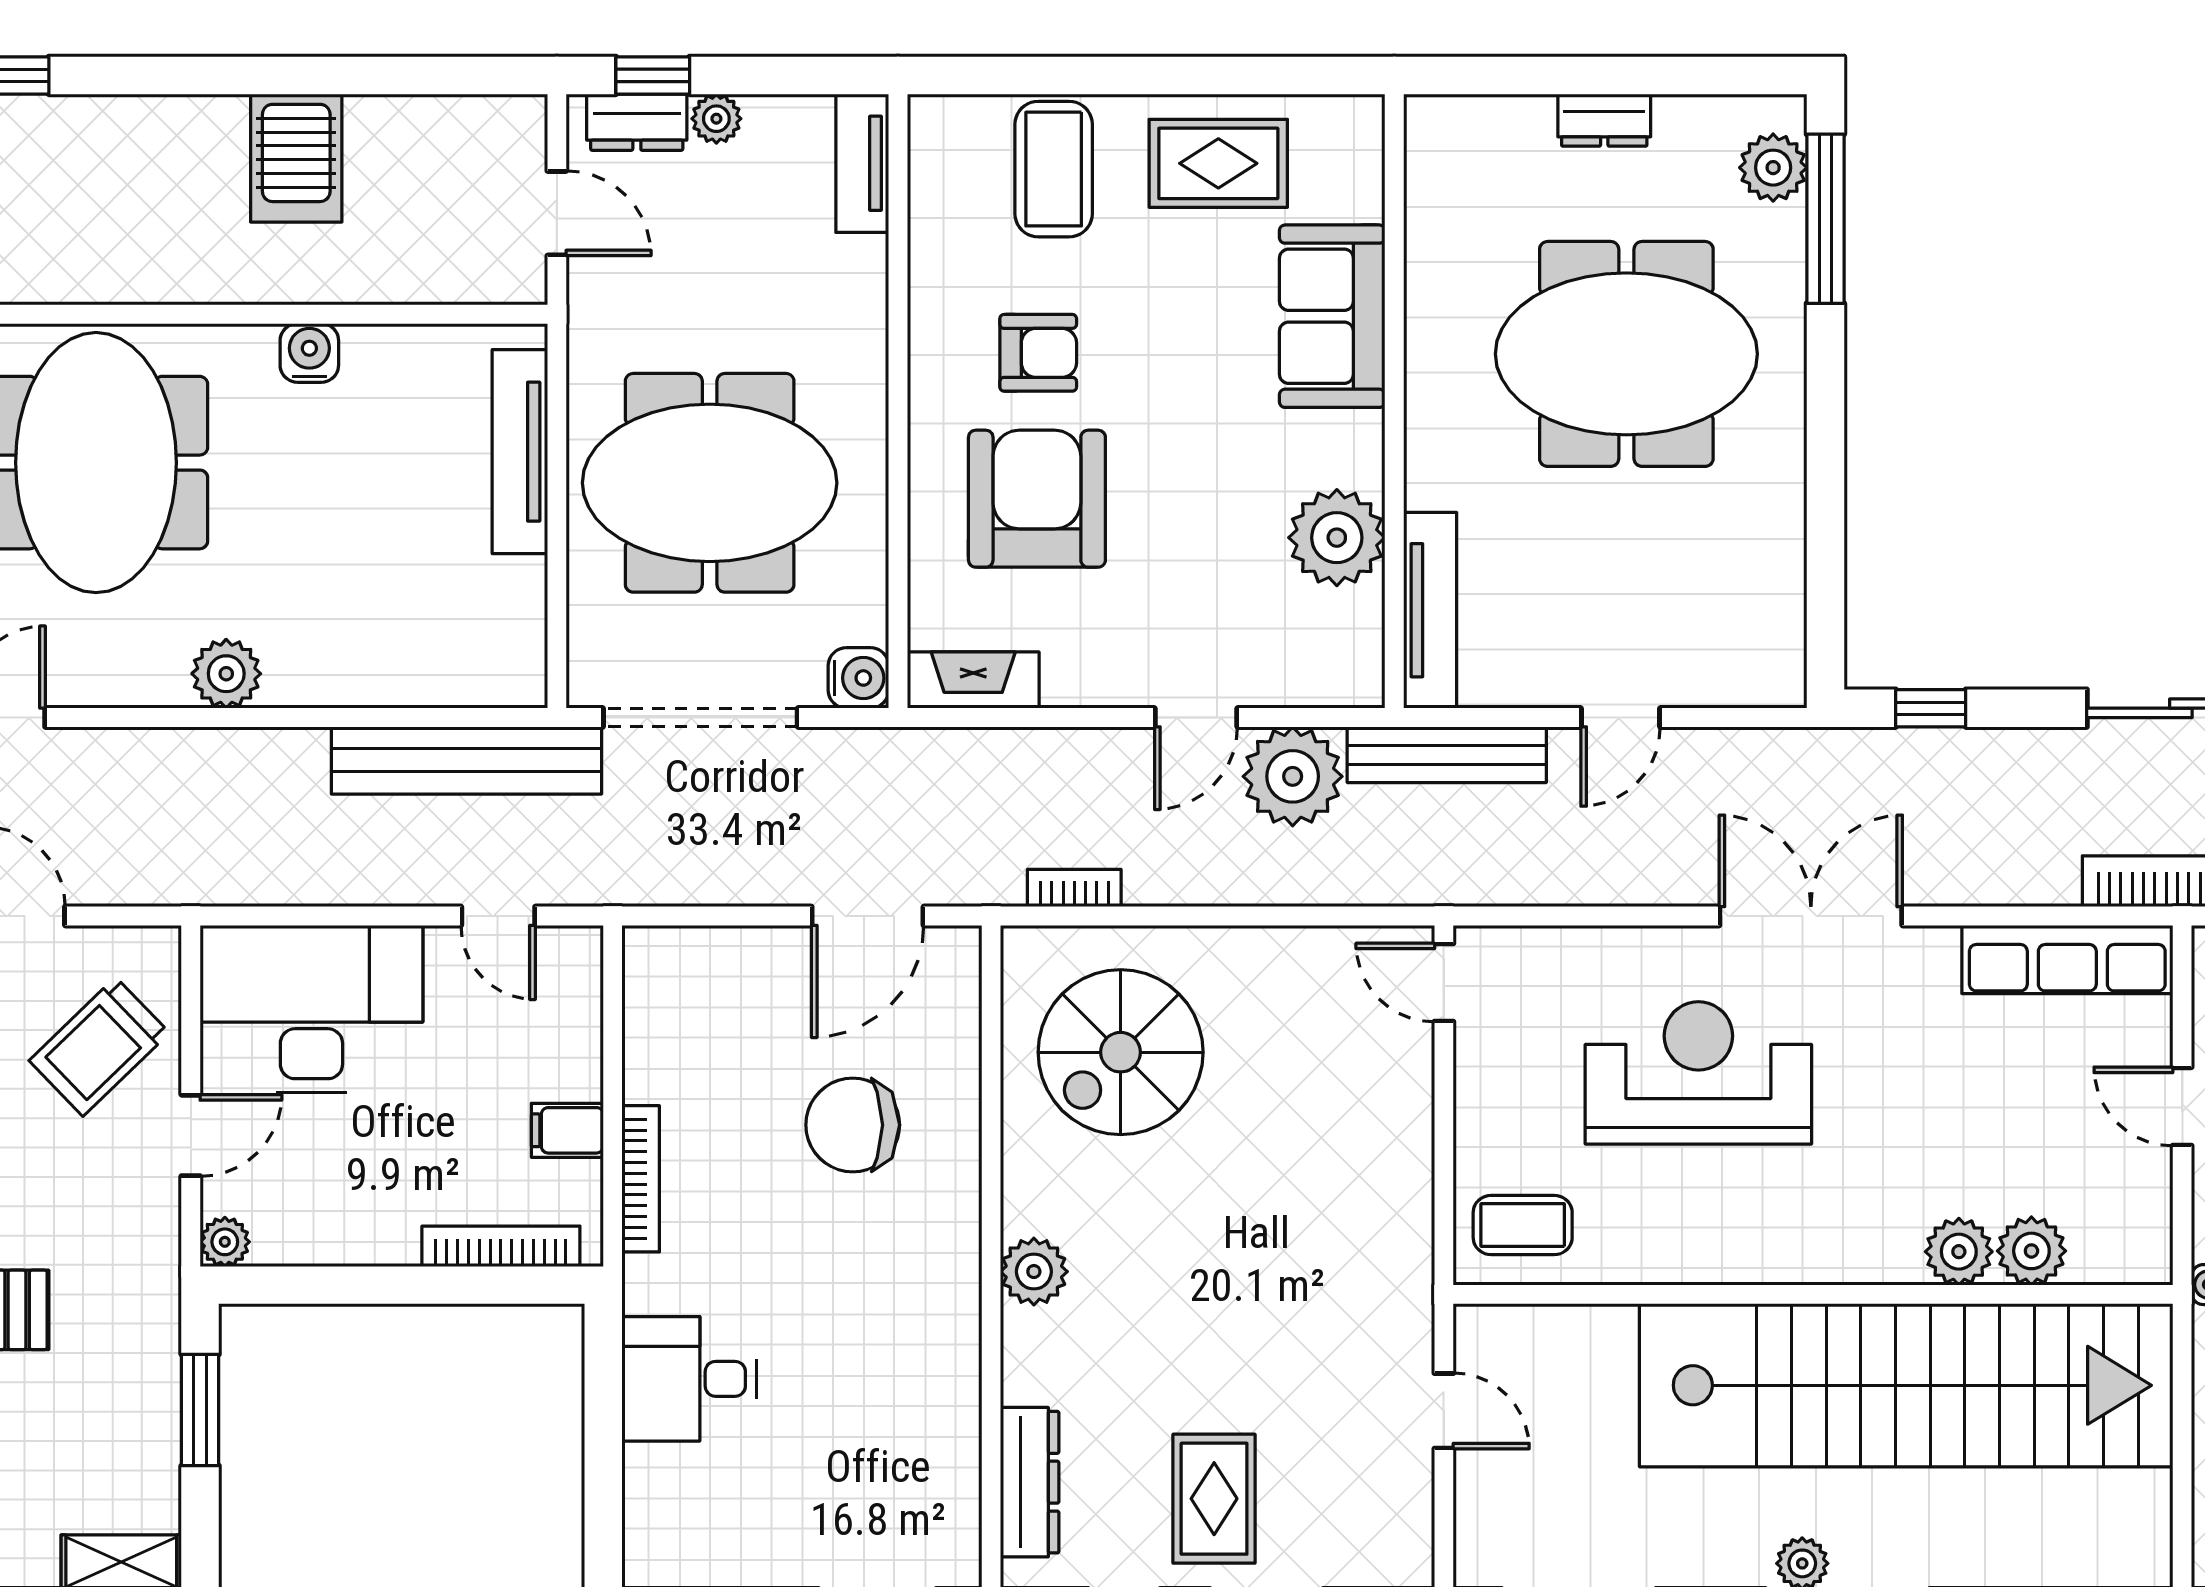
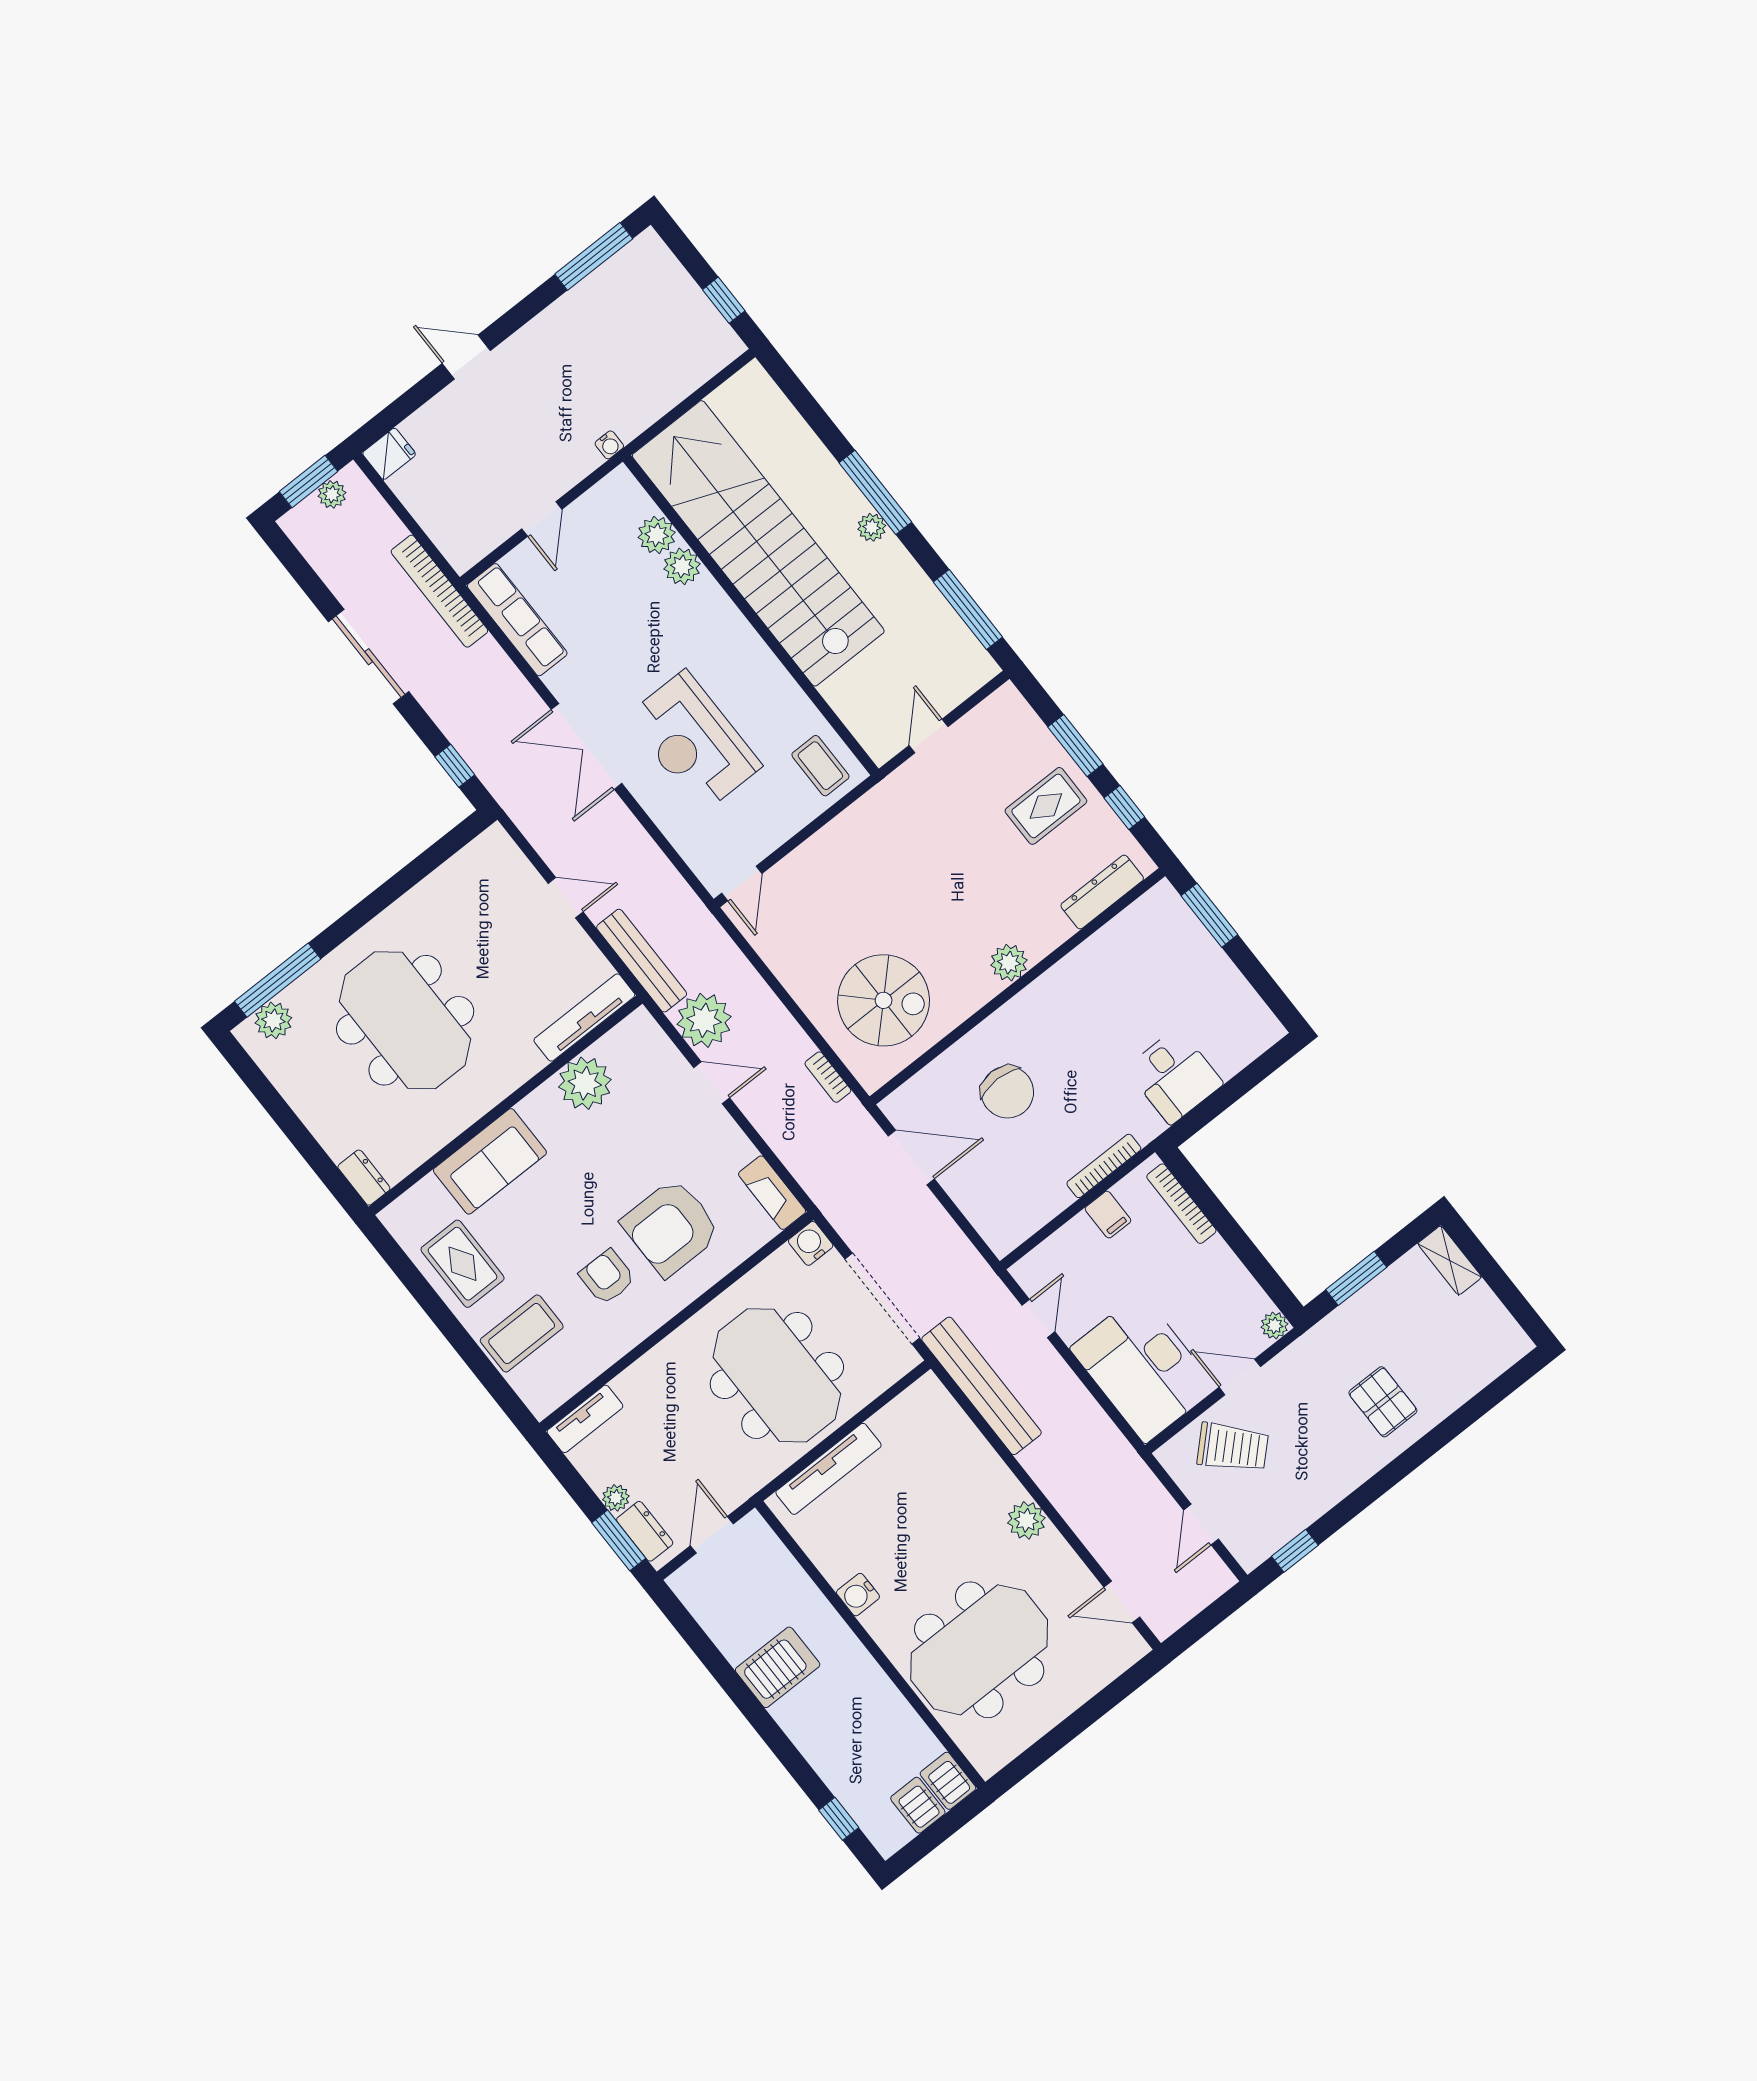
window: (653, 75) -> (619, 1540), width x1.50
dresser: (1604, 120) -> (364, 1178), moved

